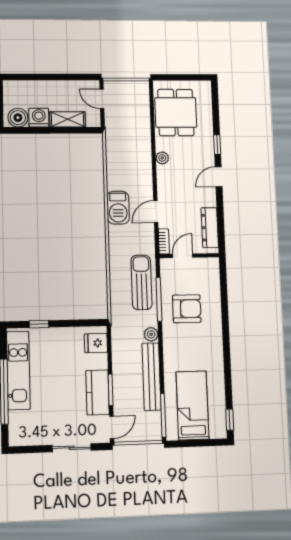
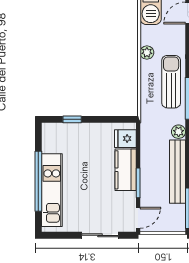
plant: (116, 253) -> (147, 53), added
kitchen unit: (18, 370) -> (52, 190), moved
kitchen counter: (98, 392) -> (126, 170), moved

